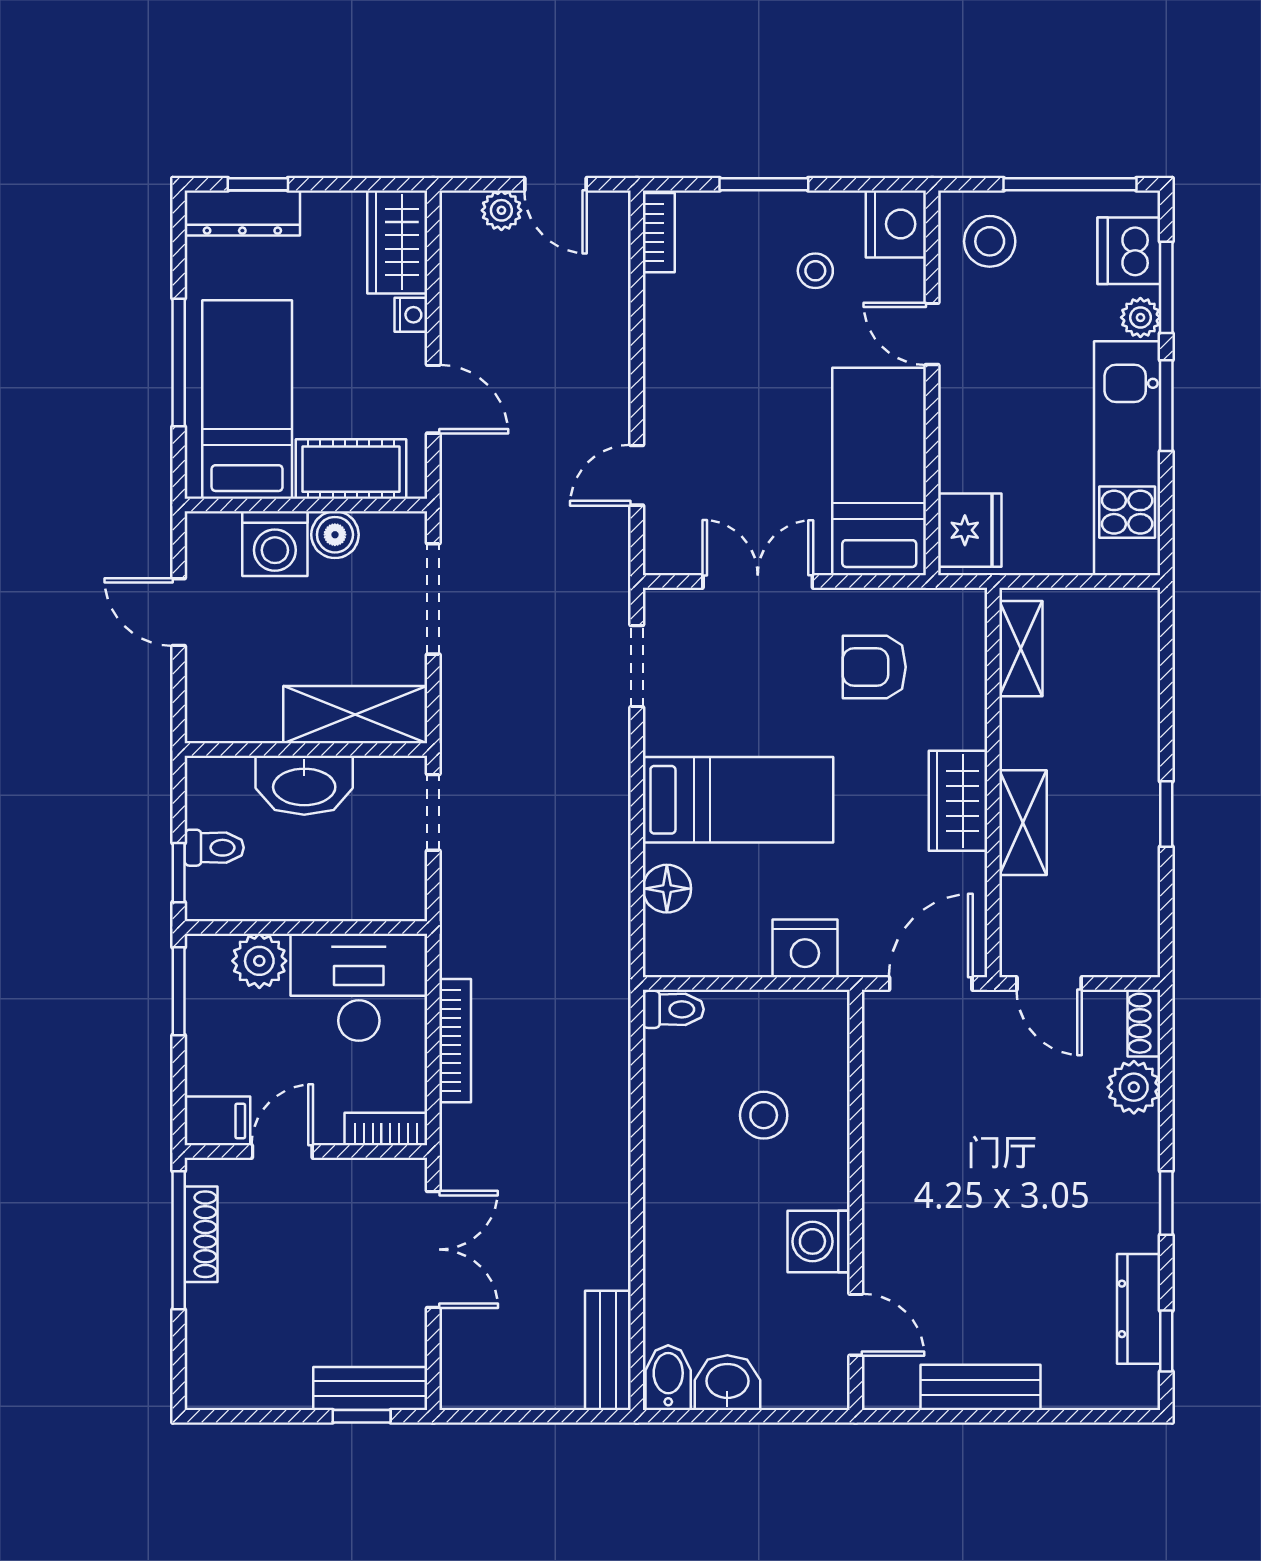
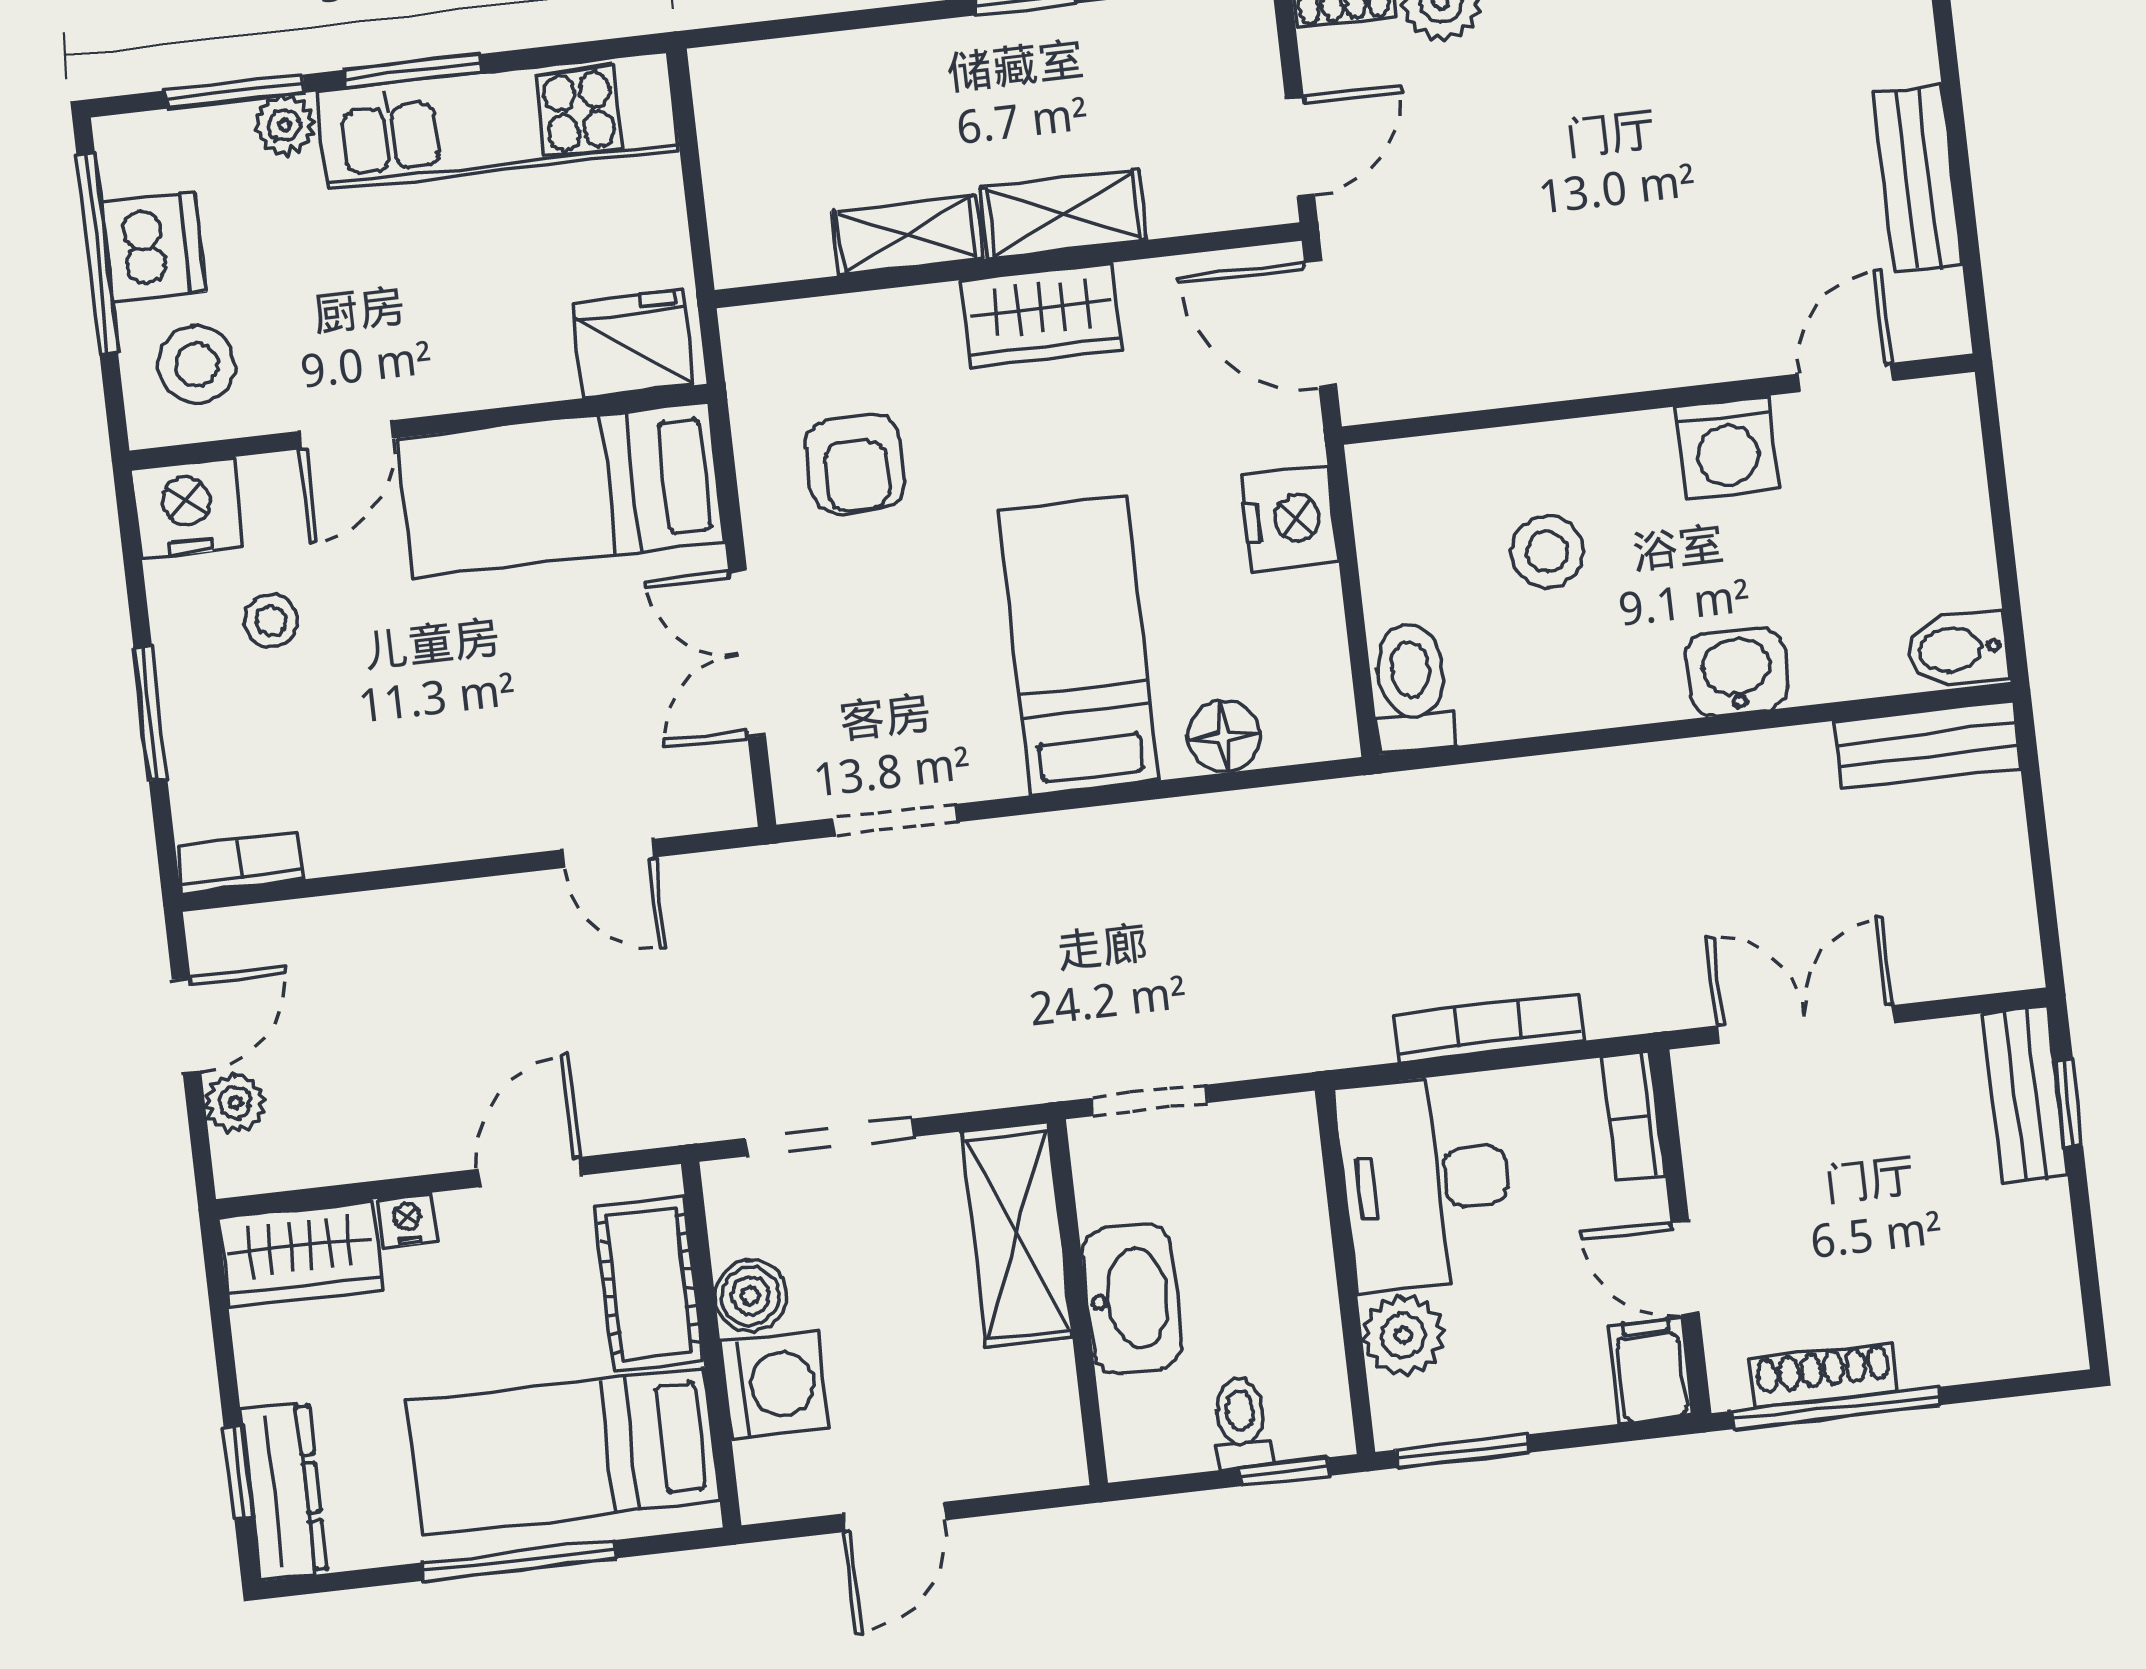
dishwasher: (1129, 251) -> (153, 247), moved, turned -90
shelving: (1021, 649) -> (907, 235), moved
toilet: (673, 1009) -> (1412, 687), width x1.37, depth x1.39
washbasin: (727, 1383) -> (1737, 672), moved, turned 90

